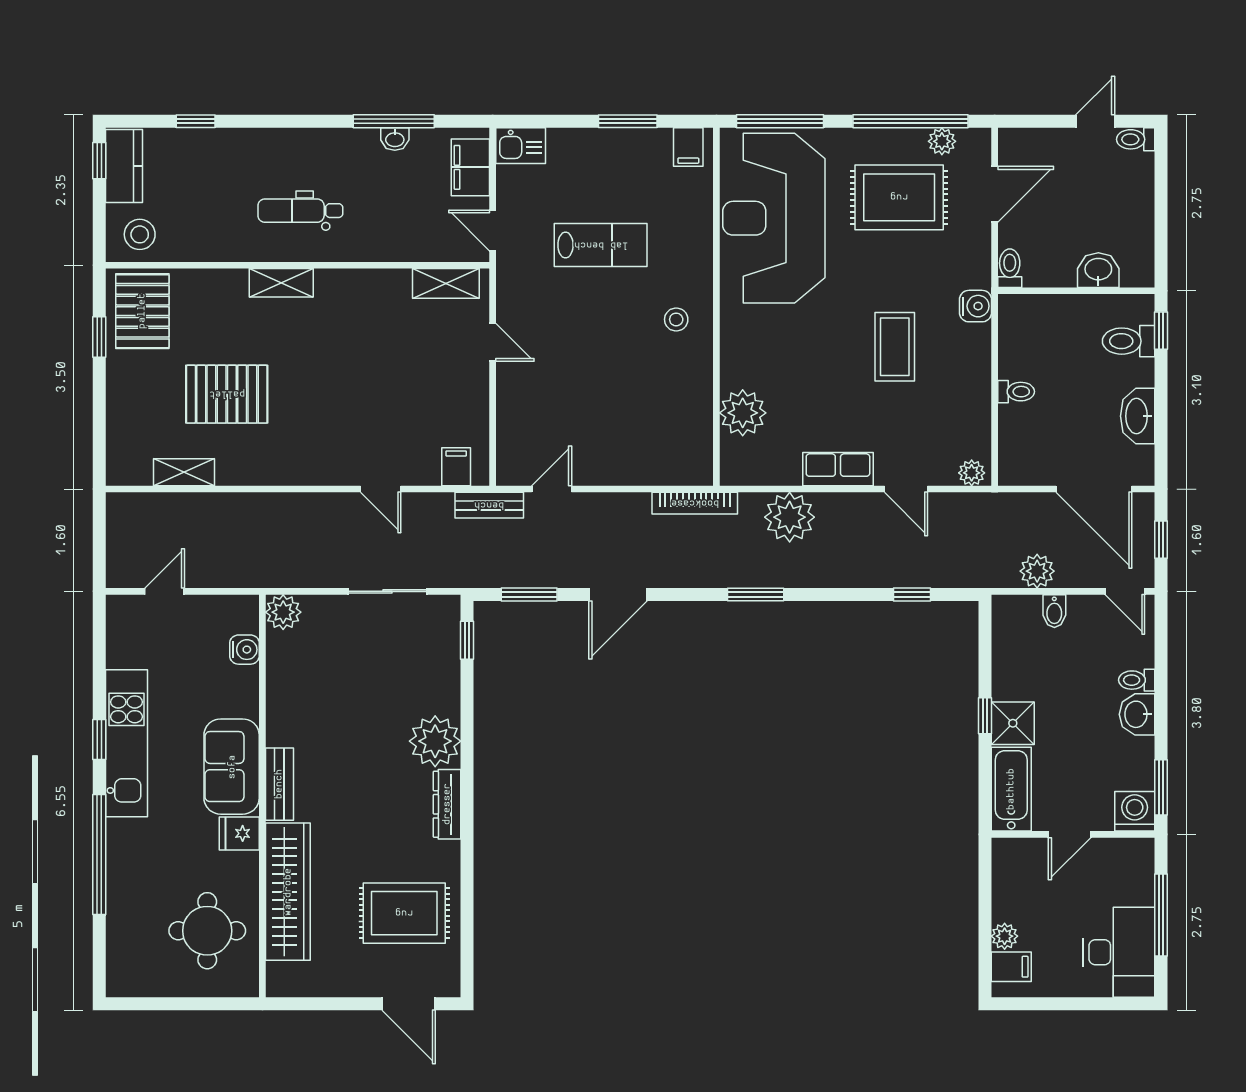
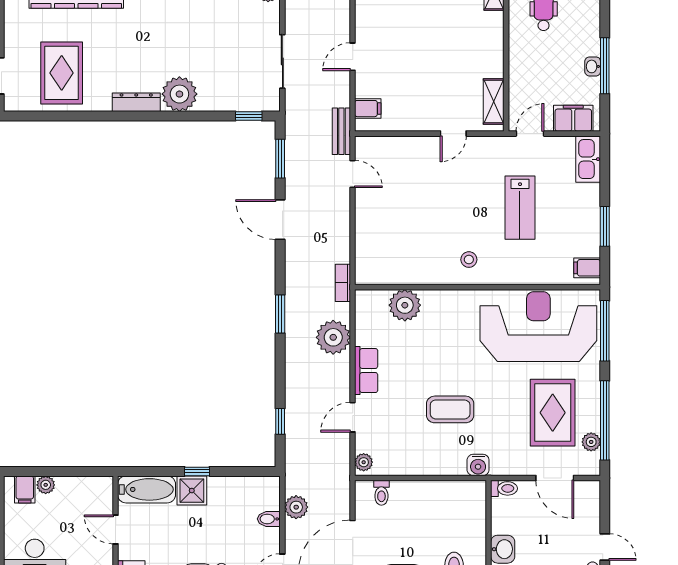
kitchen sink: (521, 146) -> (588, 159), width x1.38
toilet: (1016, 392) -> (381, 493), moved
bookcase: (695, 503) -> (343, 283), width x0.64

